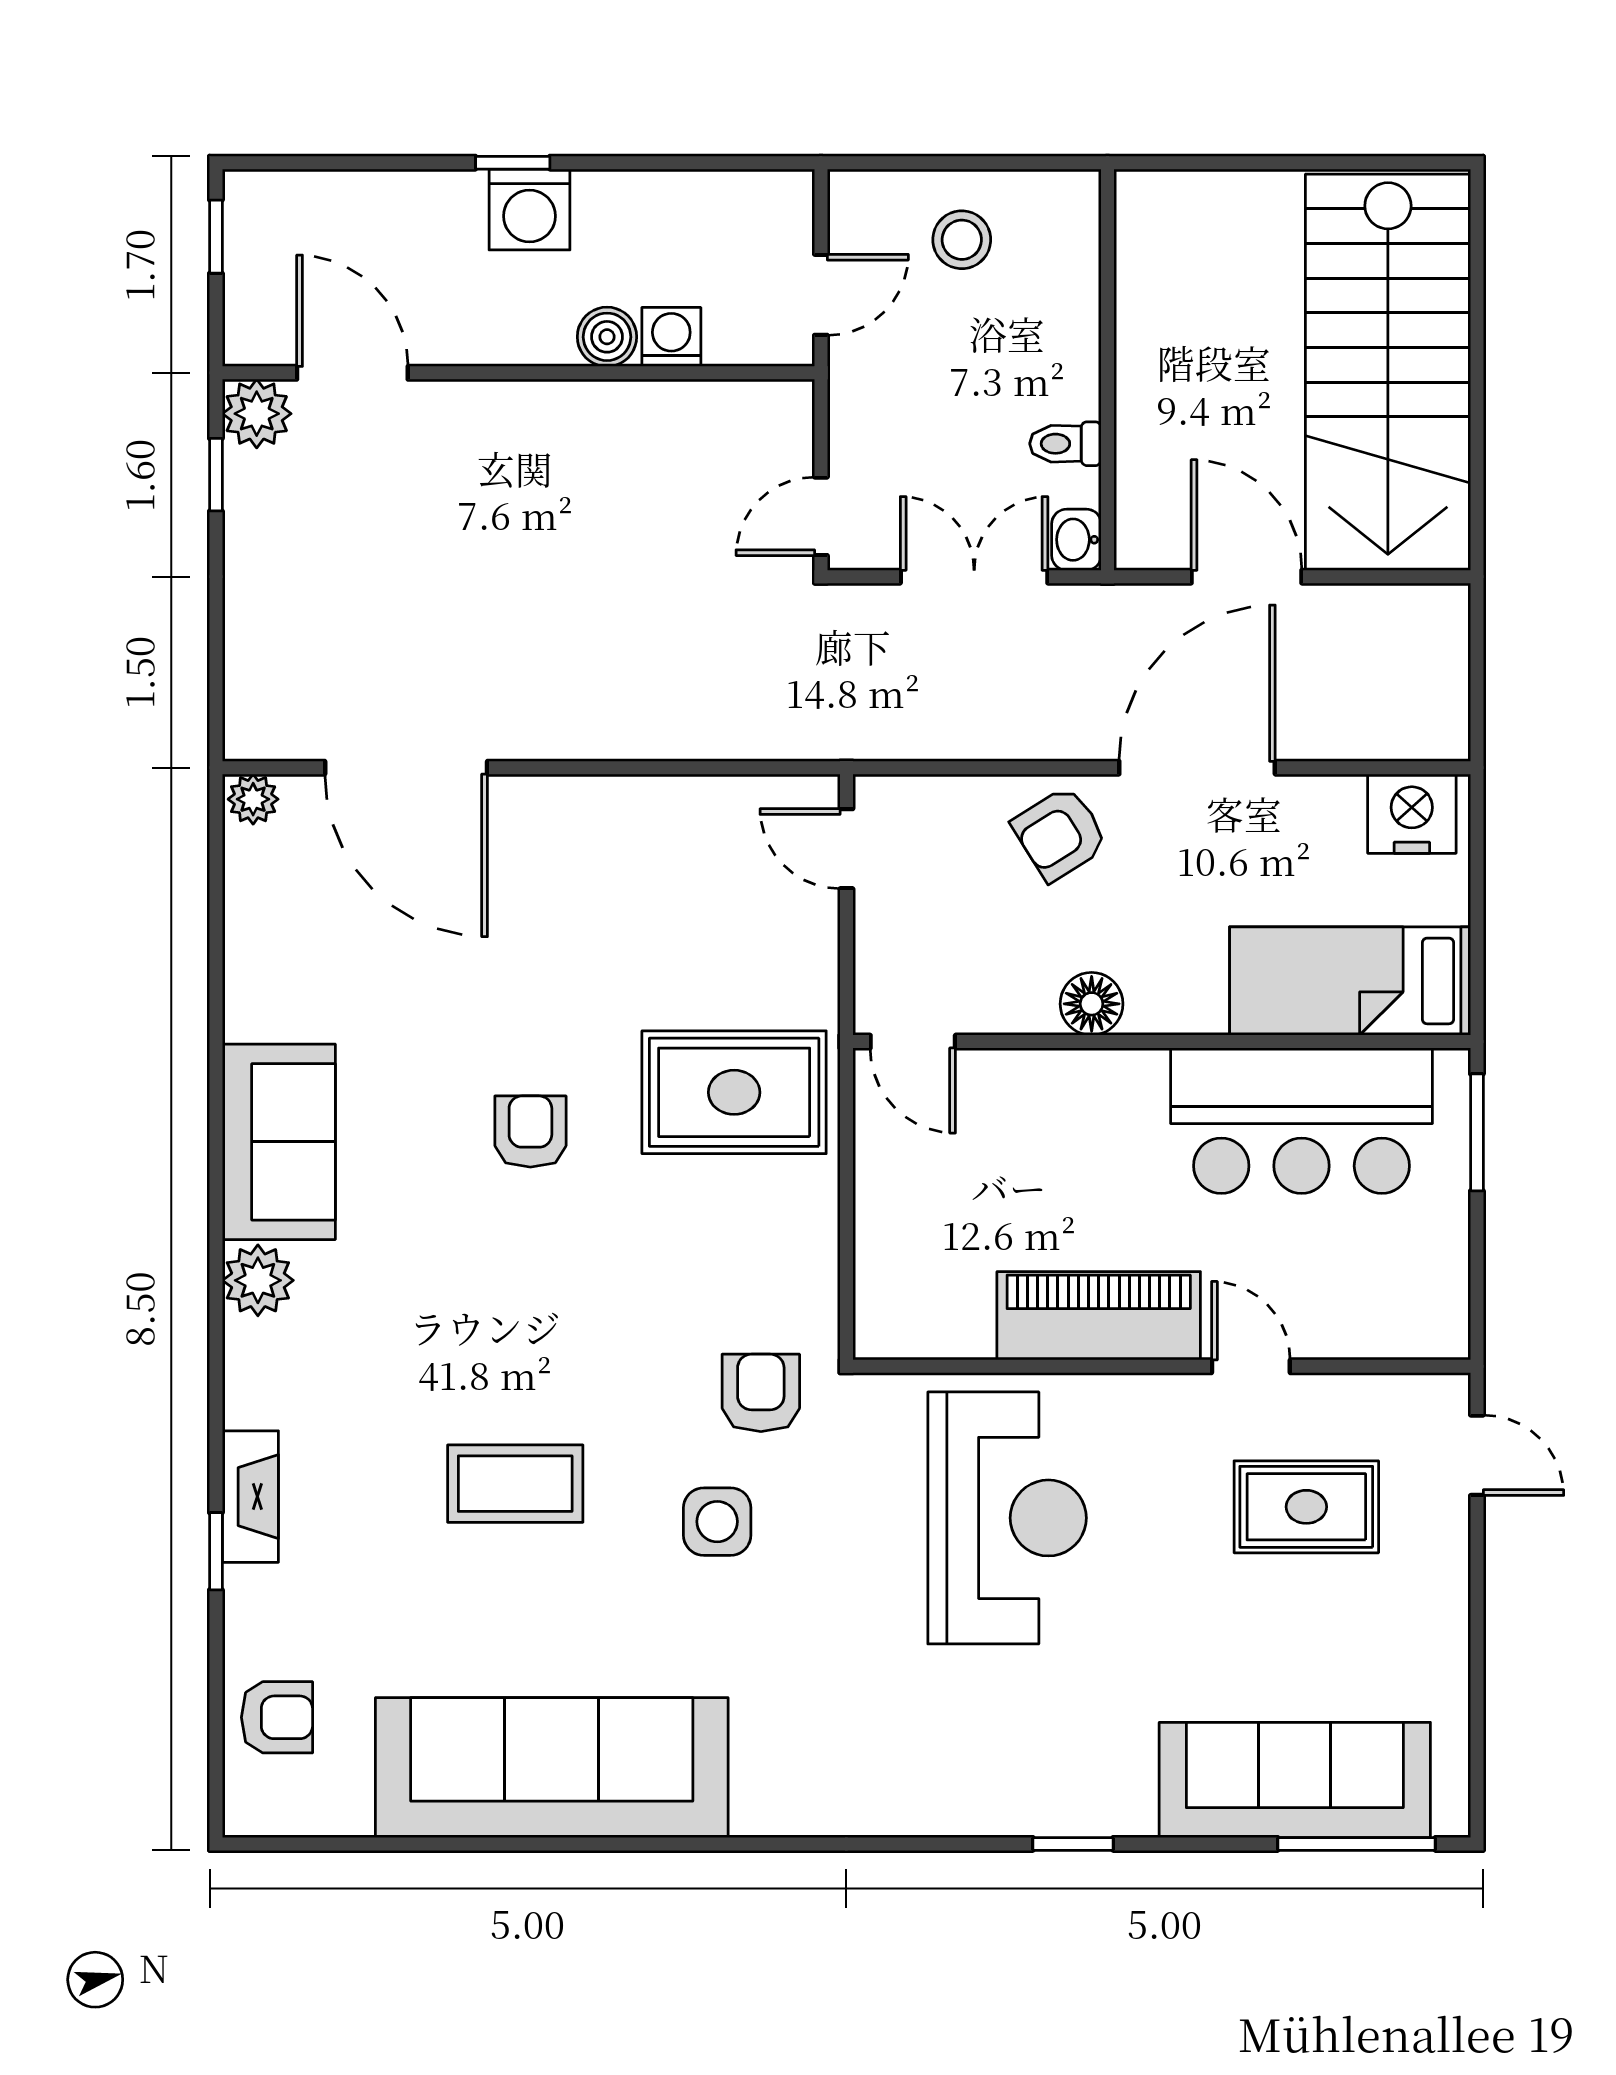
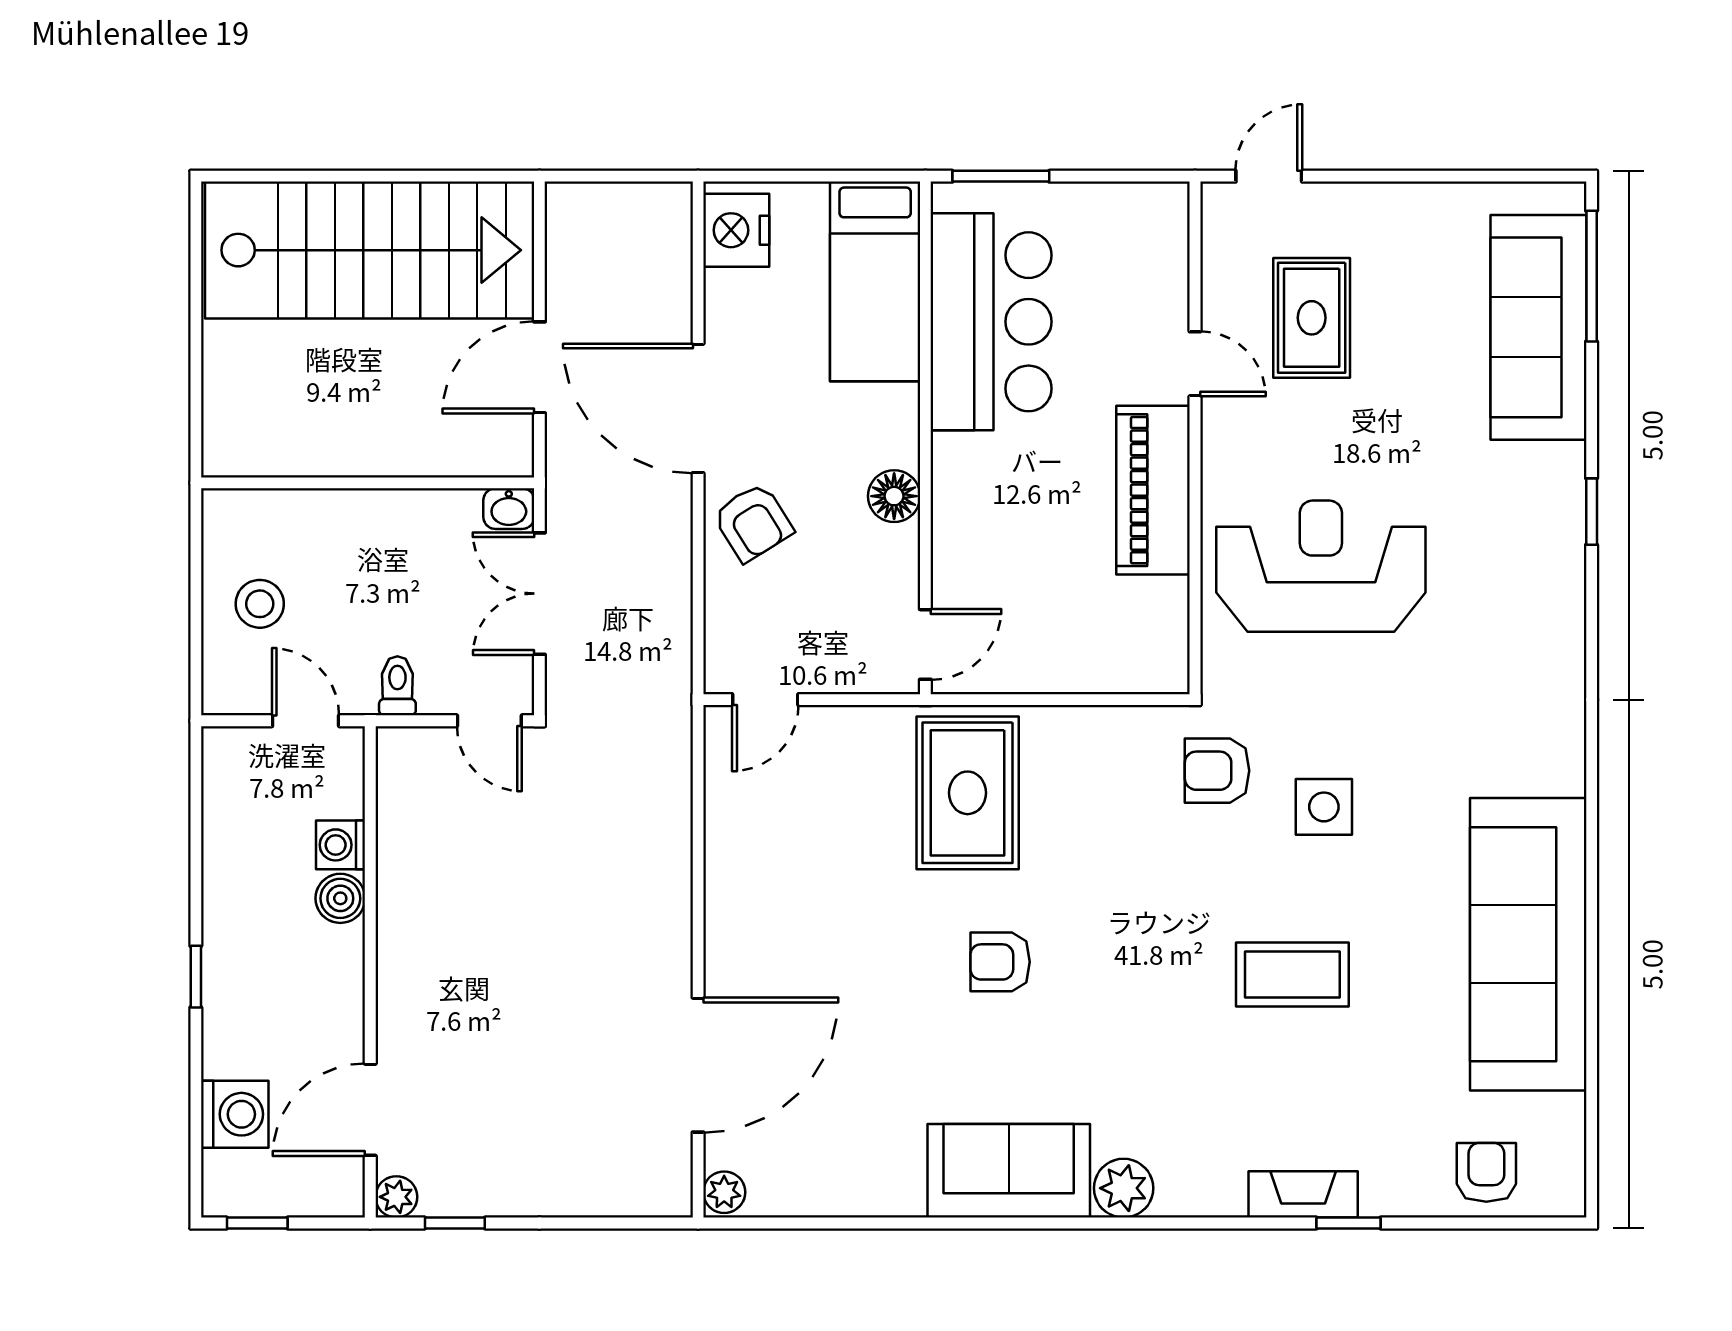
washing machine: (529, 210) -> (235, 1114), moved
plant: (257, 414) -> (396, 1197), width x0.73, depth x0.73
toilet: (1065, 444) -> (397, 686), moved, turned 180
door: (1251, 1366) -> (1195, 364), swing flipped
coffee table: (515, 1484) -> (1292, 975), turned 90

